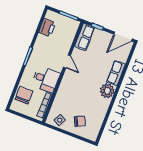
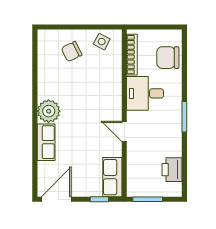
chair: (24, 95) -> (168, 58), turned 90

